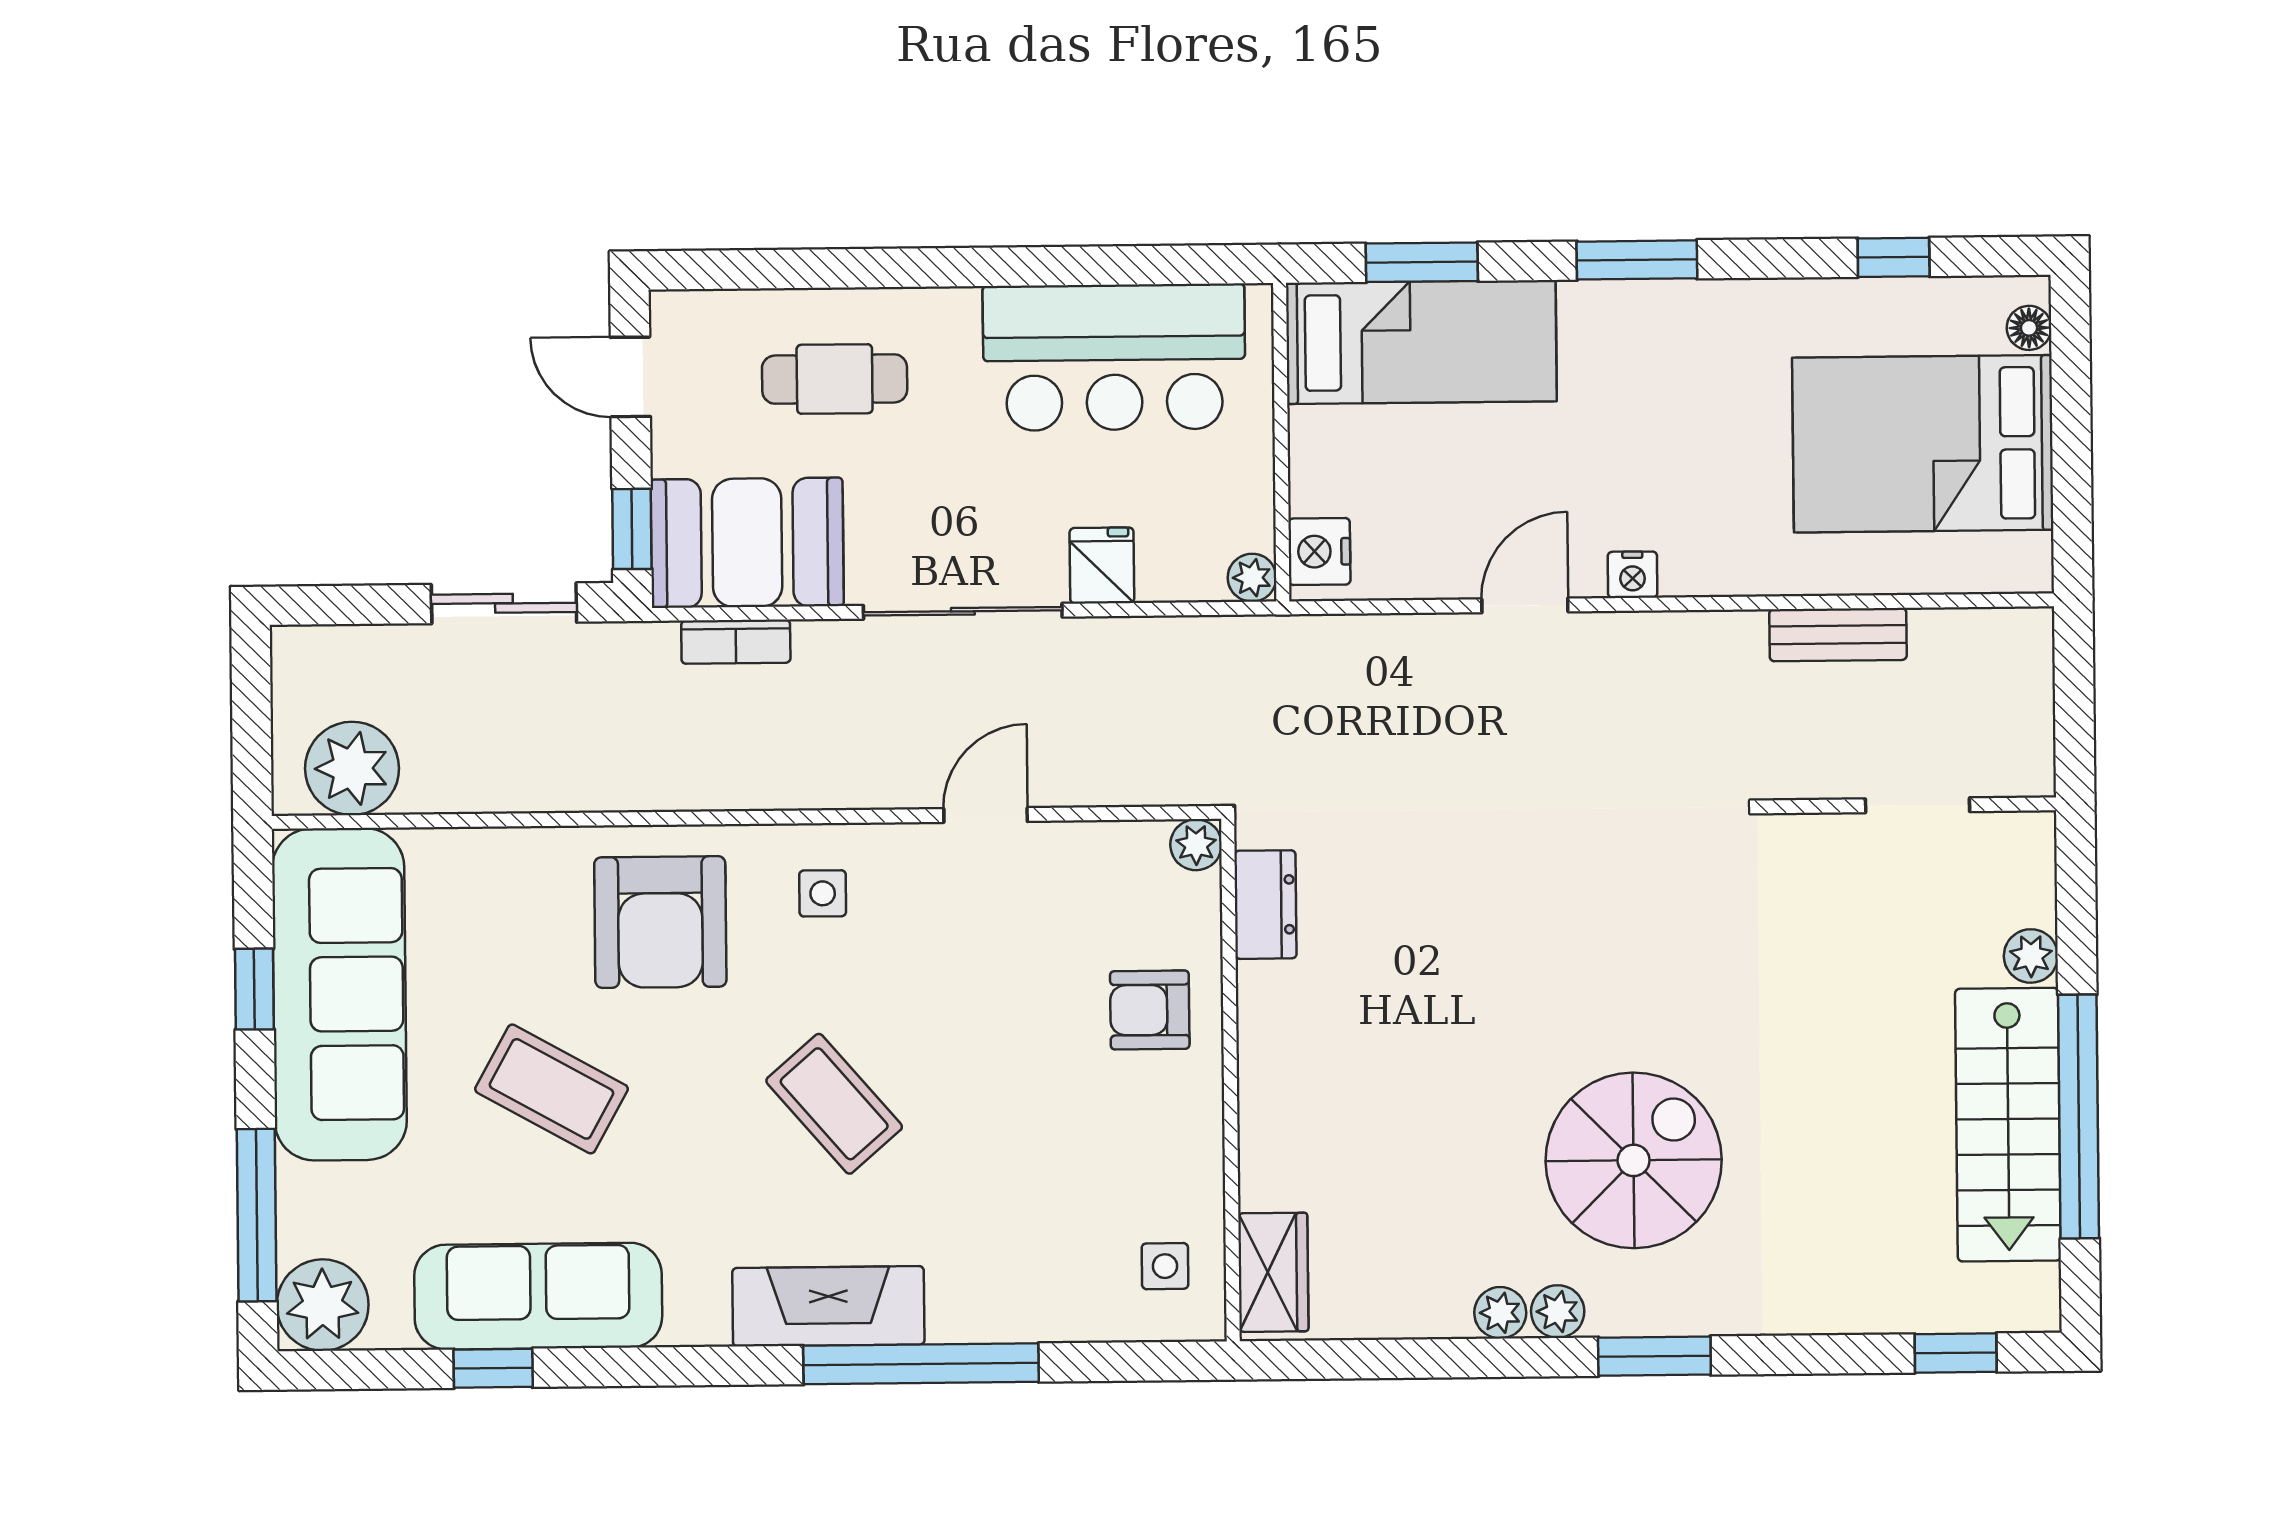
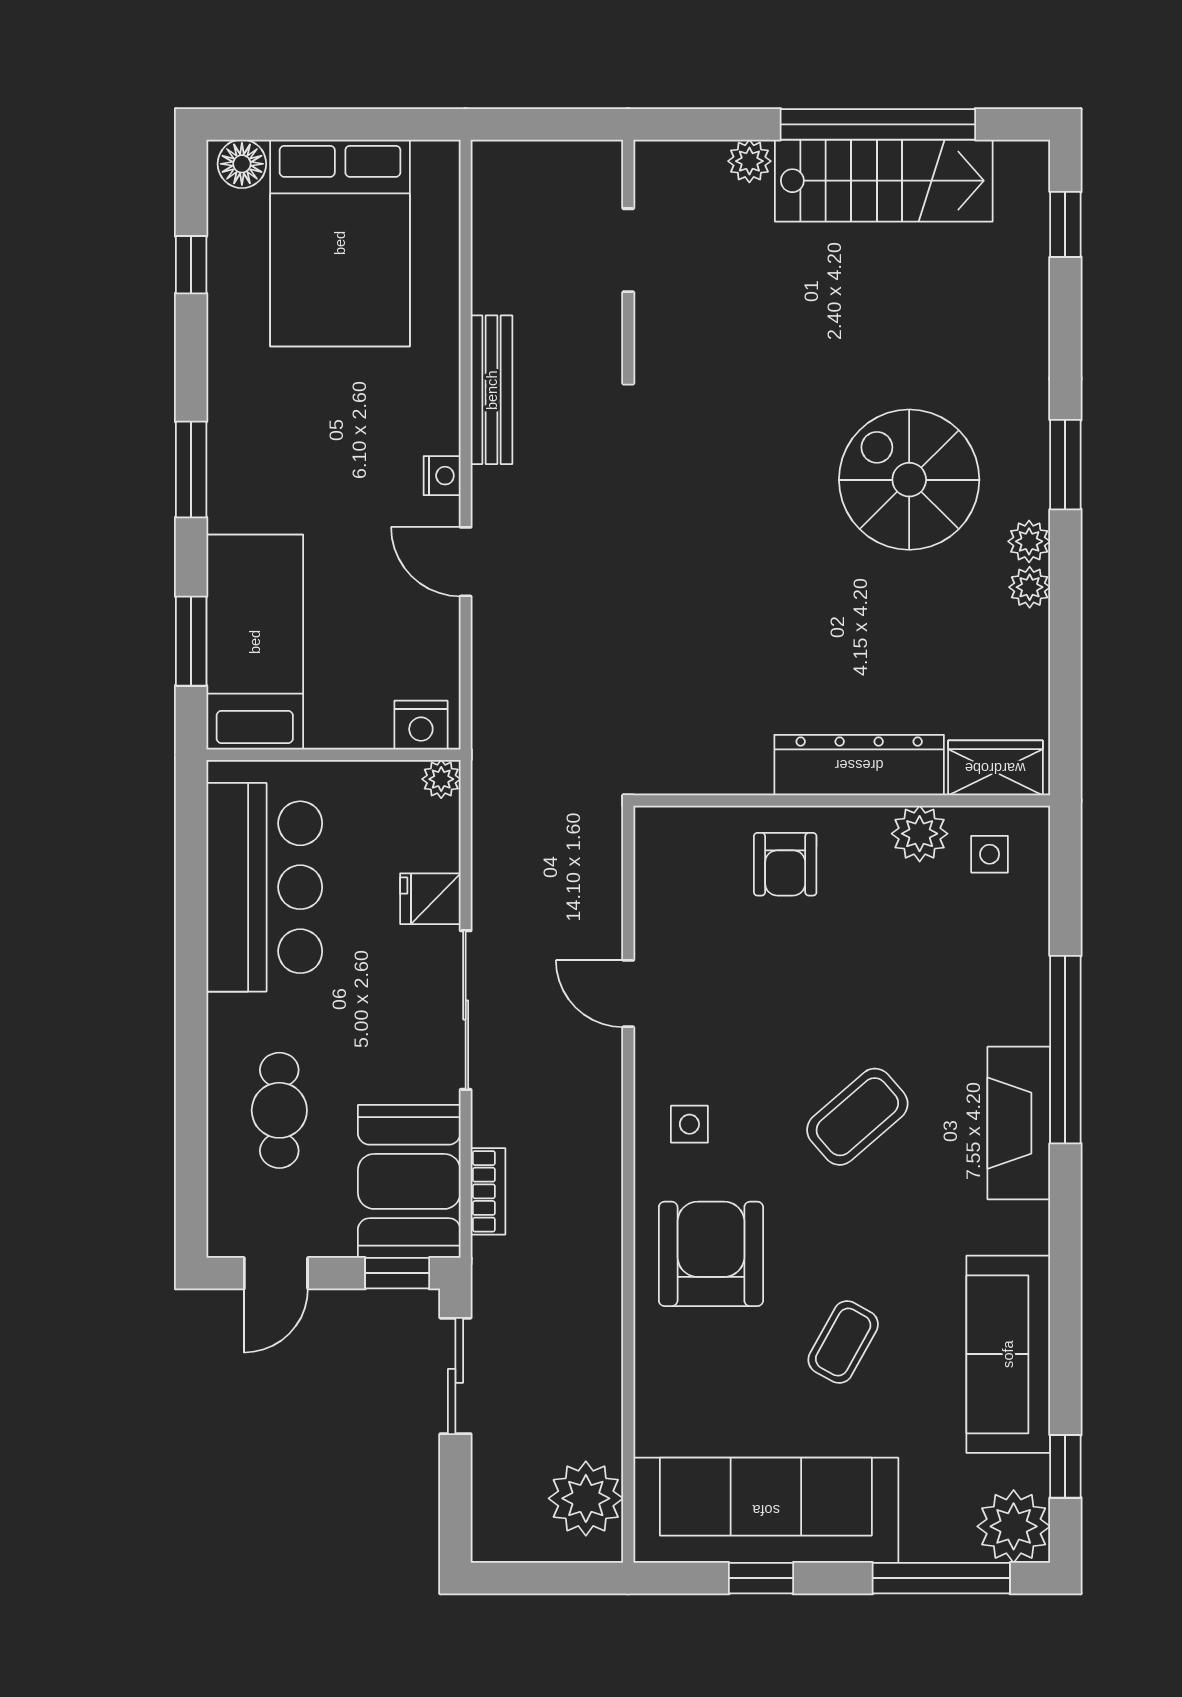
floor lamp: (2029, 328) -> (242, 164), width x1.37, depth x1.37
bench: (1838, 635) -> (492, 390), moved, width x1.36
plant: (1196, 845) -> (920, 834), moved, width x1.38, depth x1.38
dresser: (1265, 905) -> (859, 765), moved, width x1.96, depth x1.24
armchair: (660, 922) -> (711, 1254), turned -90
coffee table: (552, 1089) -> (843, 1342), width x0.73, depth x0.77
window: (493, 1368) -> (1065, 1466), moved

